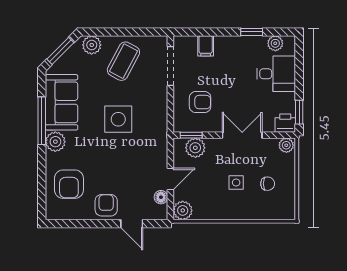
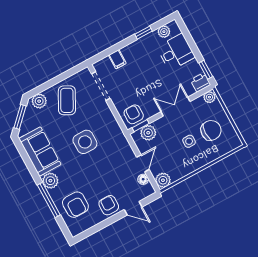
armchair: (200, 102) -> (134, 114), moved, turned -90
window: (42, 121) -> (49, 200), moved
chair: (268, 184) -> (211, 130), width x1.87, depth x1.87

